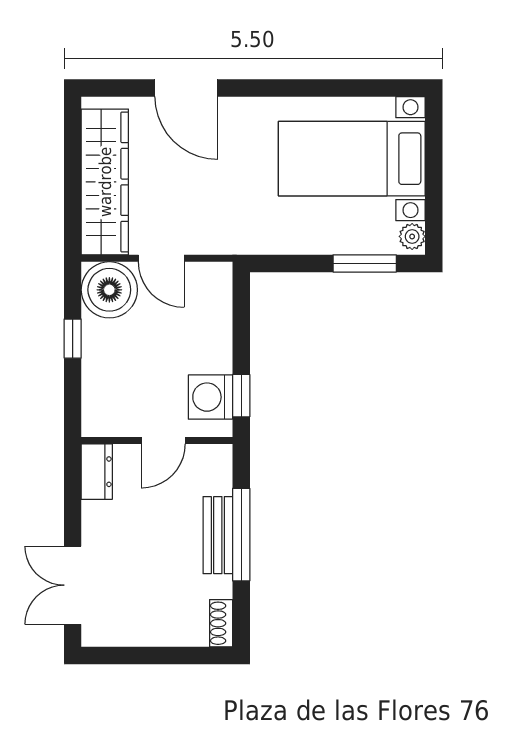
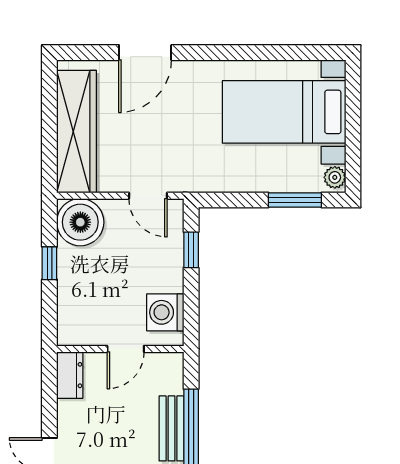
door: (186, 88) -> (145, 53), hinge flipped
door: (161, 258) -> (148, 196), moved
window: (241, 396) -> (191, 250), moved

